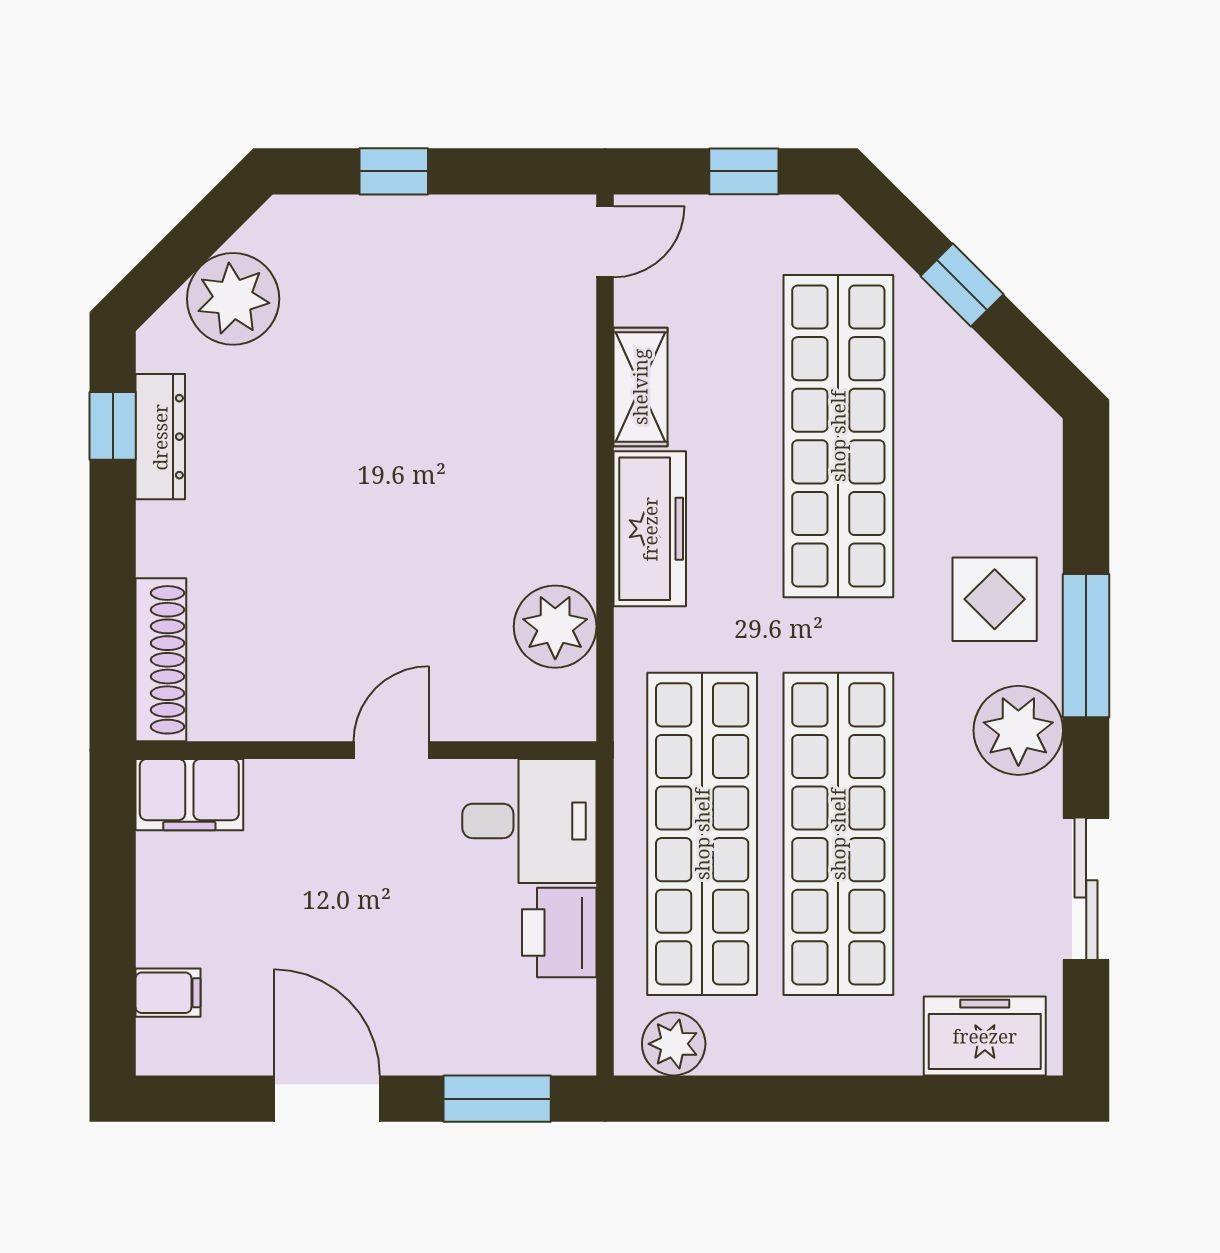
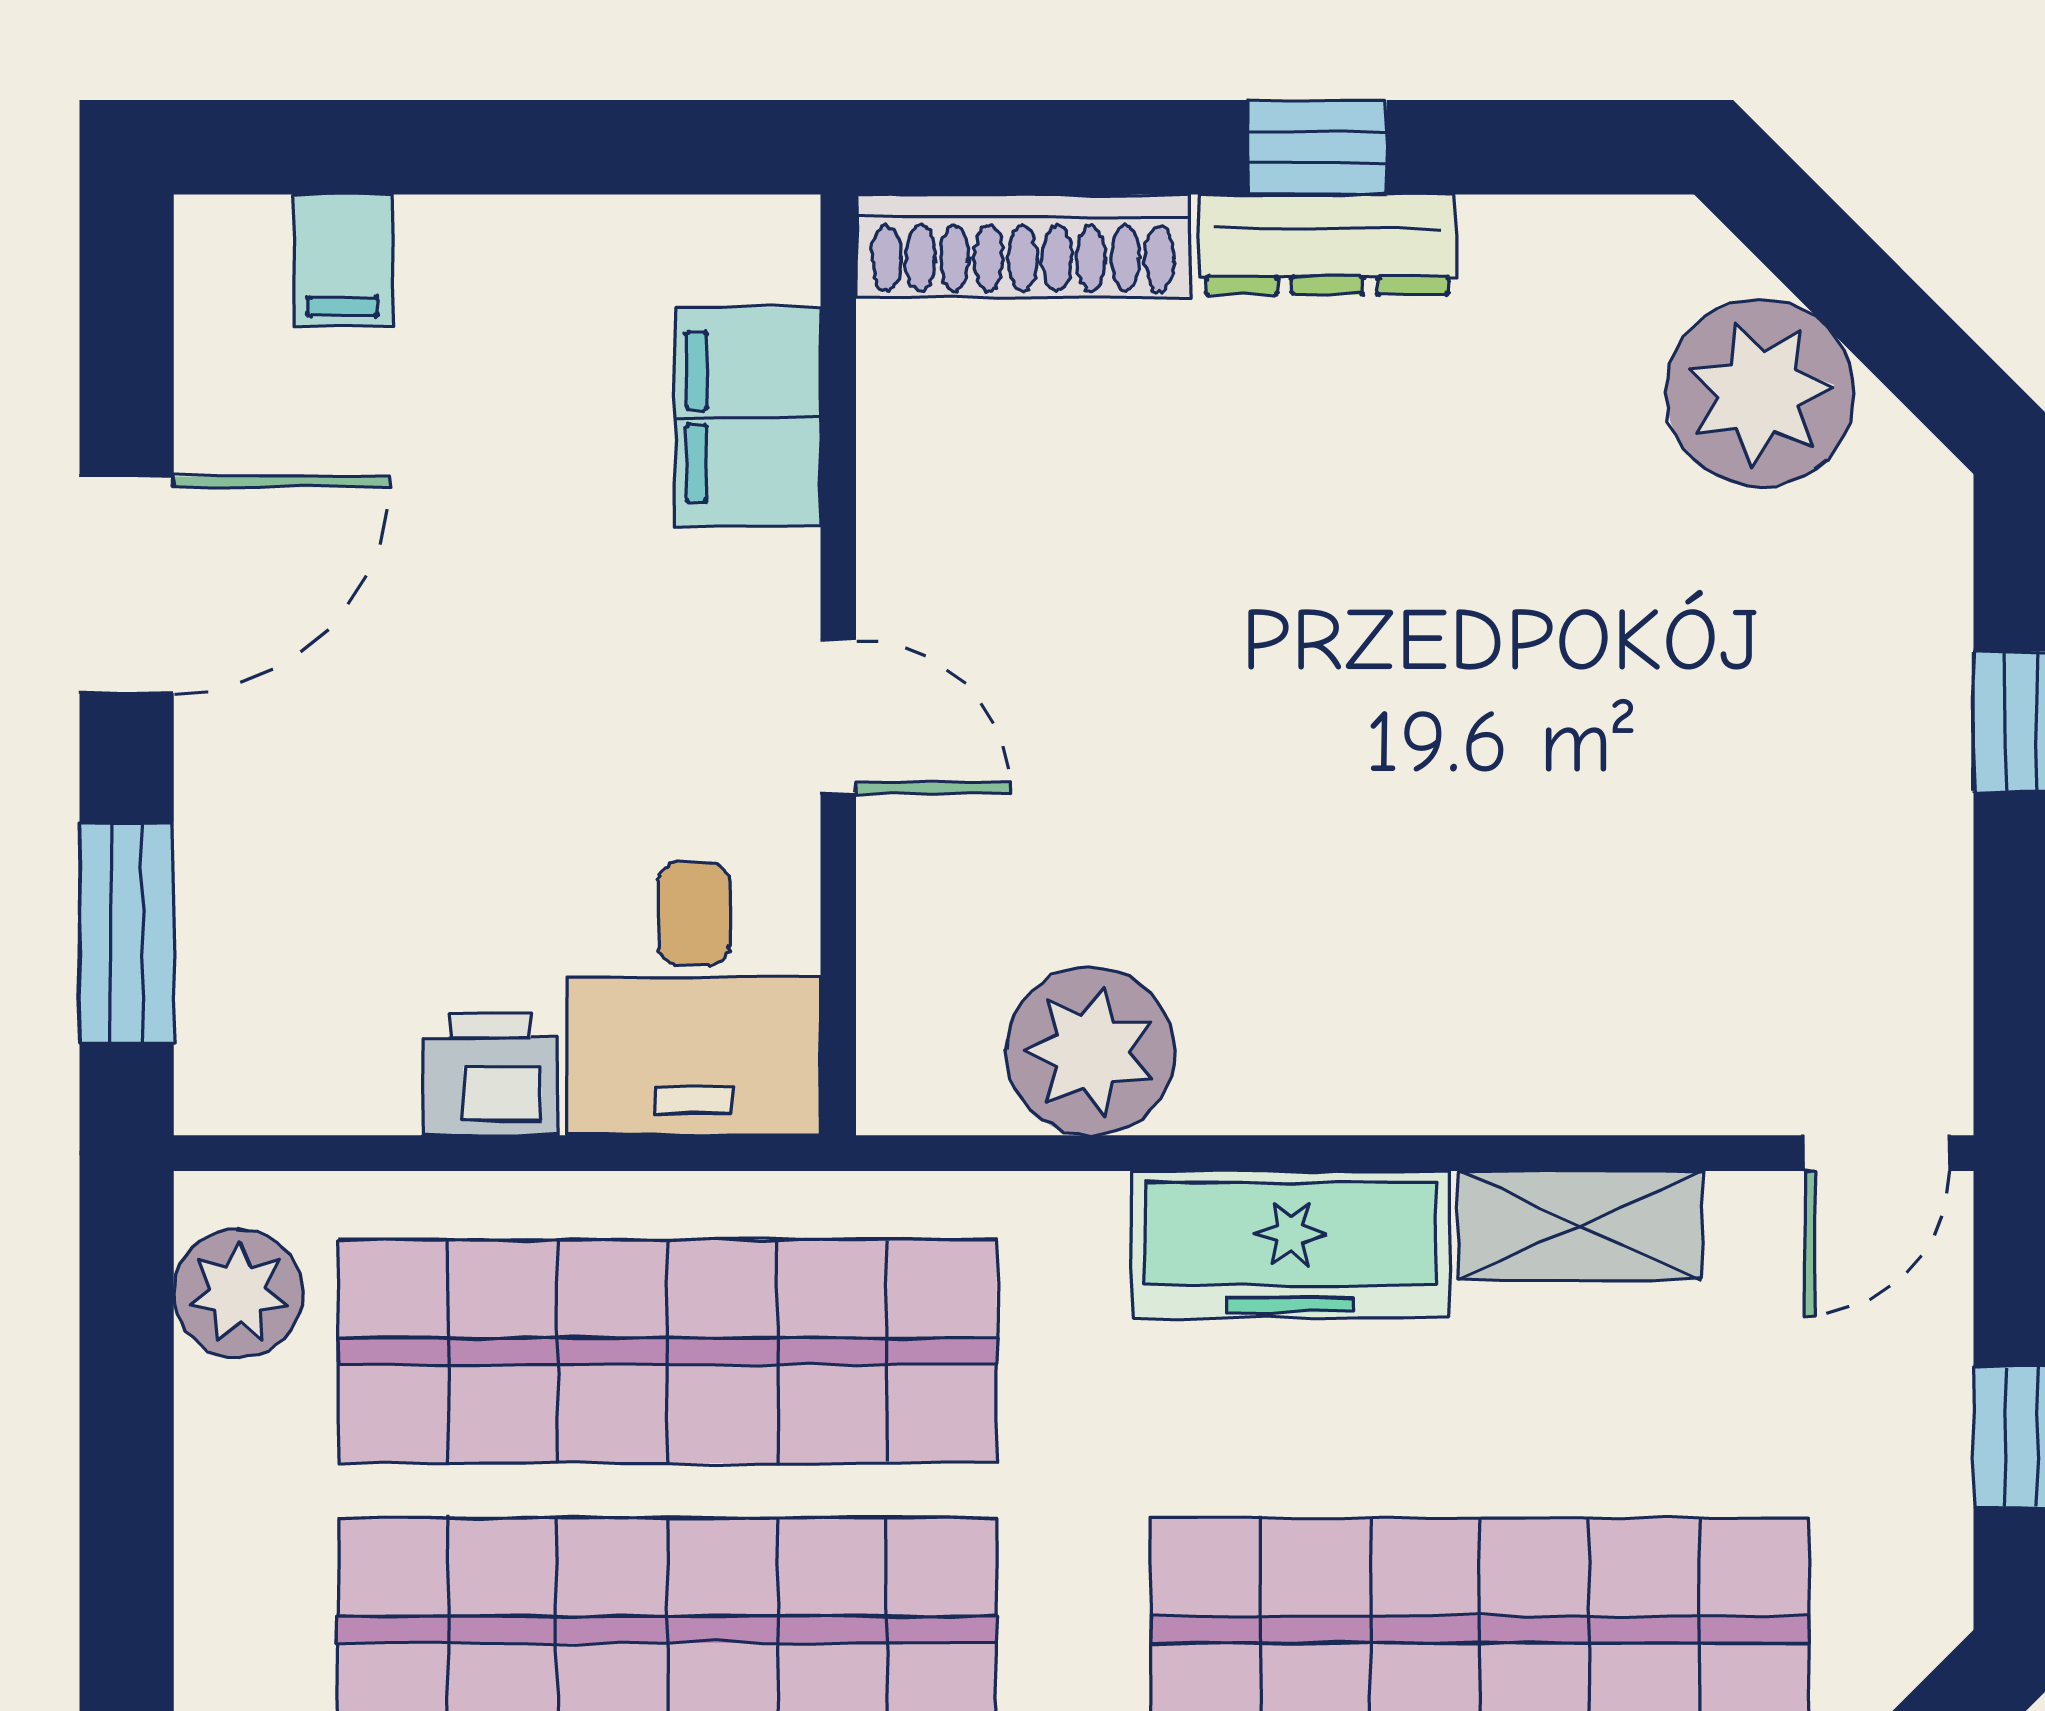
door: (605, 242) -> (1877, 1153), hinge flipped
window: (113, 426) -> (1317, 147), moved
dresser: (160, 437) -> (1327, 245), moved
filing cabinet: (189, 795) -> (748, 417), moved
printer: (559, 933) -> (490, 1074), width x0.73, depth x0.81

